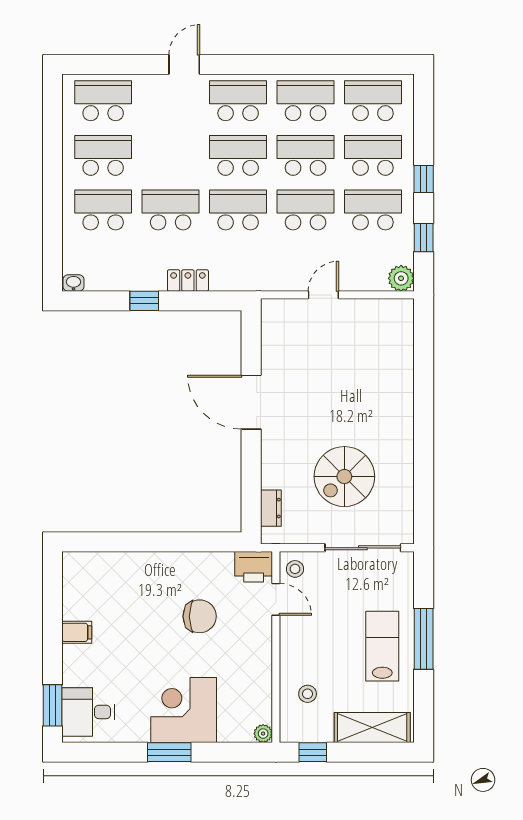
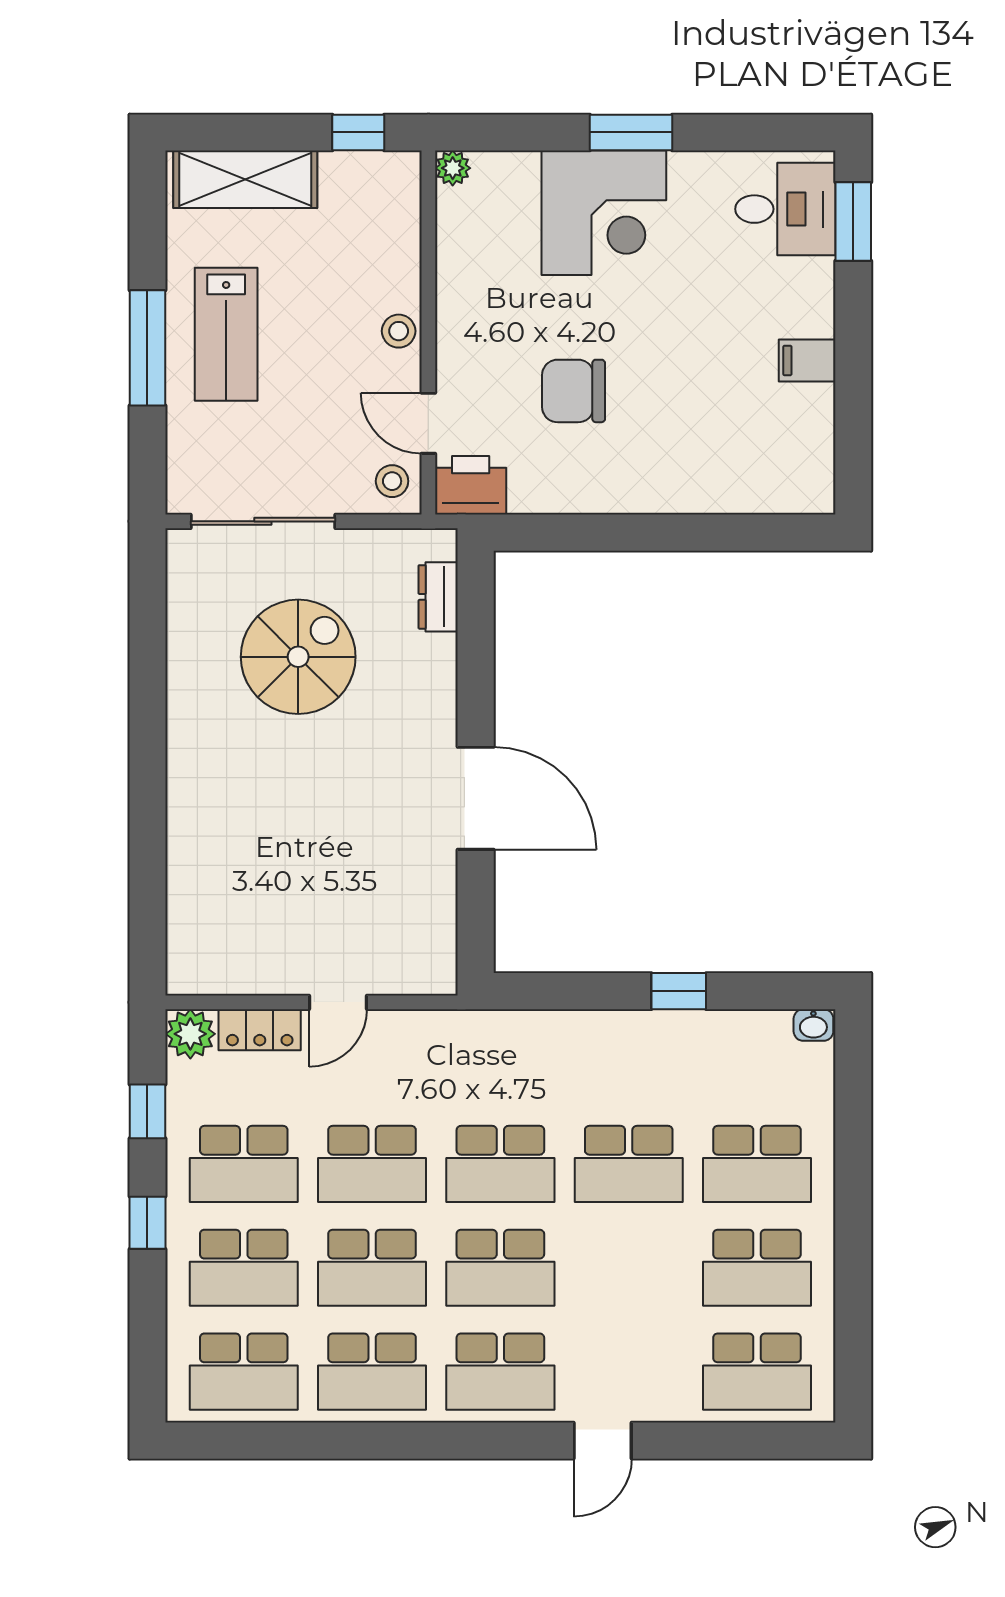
locker: (188, 280) -> (260, 1030), moved
stool: (308, 694) -> (399, 331), moved

